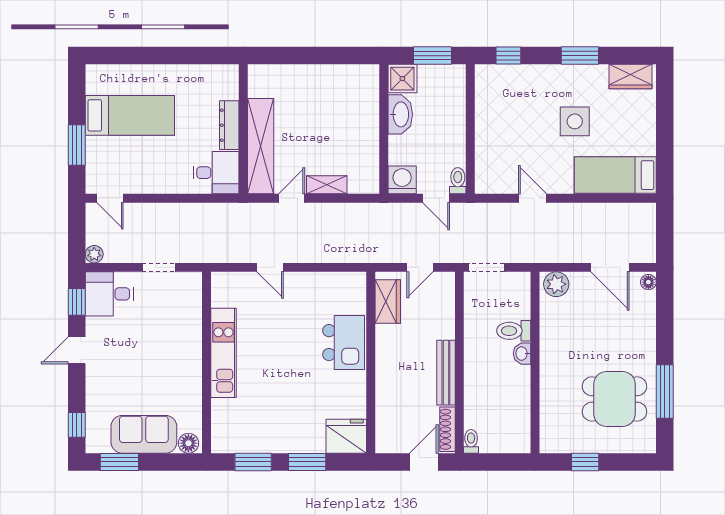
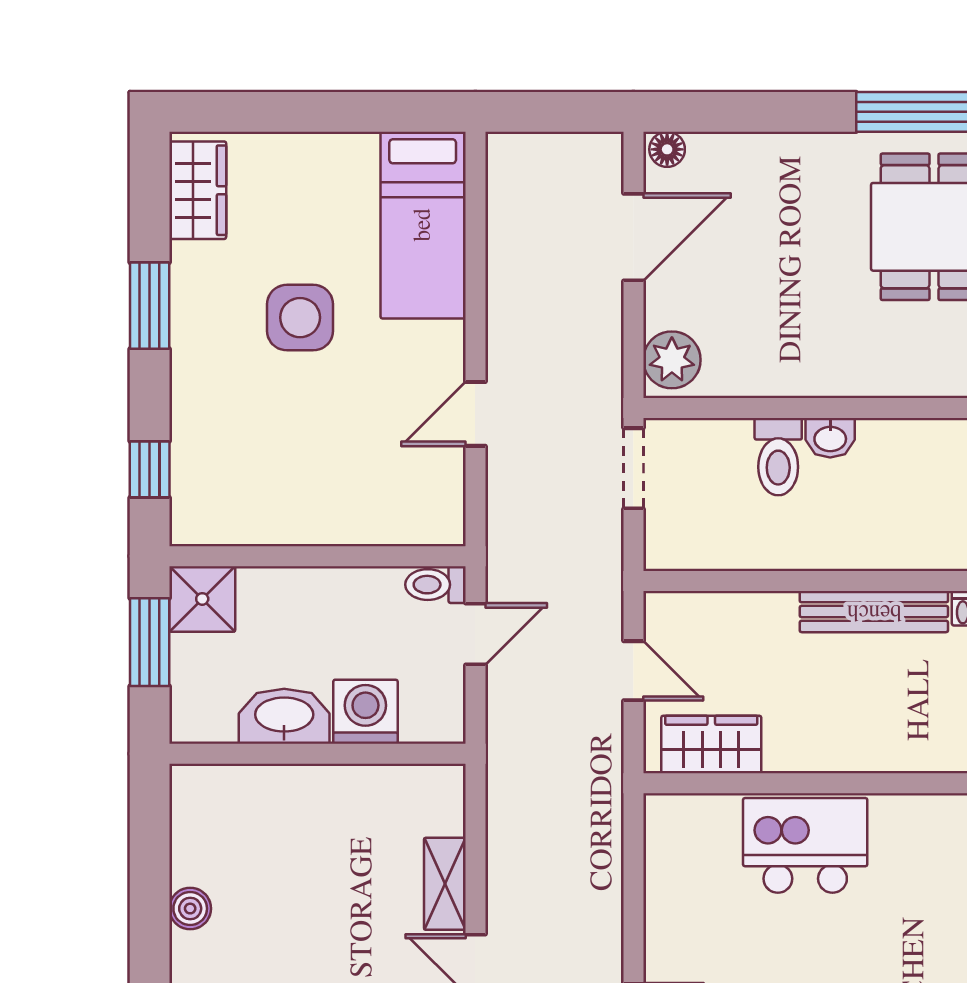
boiler: (316, 73) -> (190, 909), added
shower: (402, 79) -> (202, 599), moved
washing machine: (402, 180) -> (365, 712), moved, turned 90
doorway: (487, 267) -> (633, 468), moved

